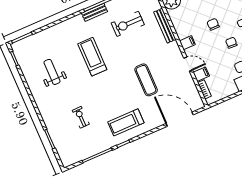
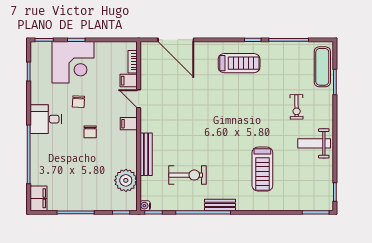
treadmill: (92, 57) -> (262, 169), moved
weight bench: (52, 72) -> (314, 143), moved, turned 90
exercise mat: (146, 80) -> (322, 67), moved
exercise bike: (81, 117) -> (296, 107), moved

